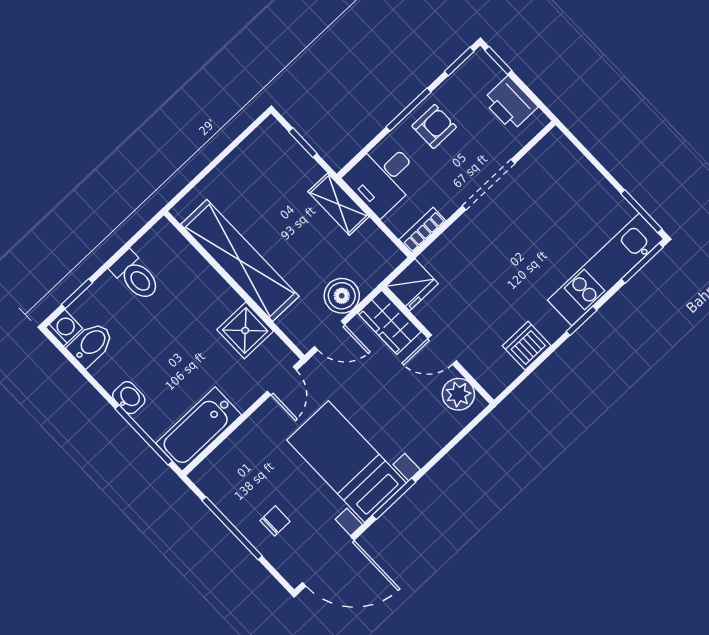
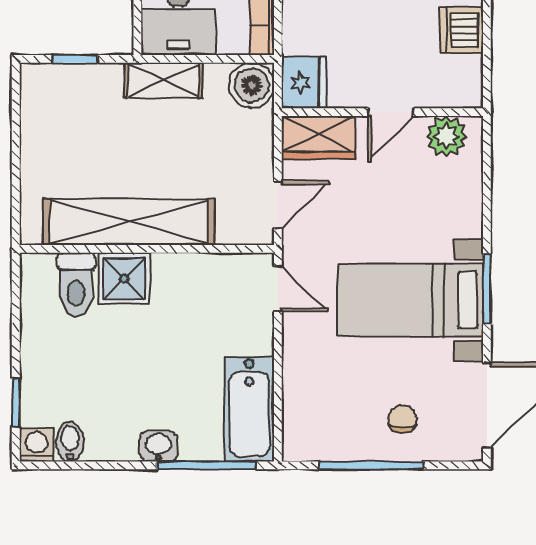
toilet: (136, 276) -> (76, 284), moved, turned 90
boiler: (342, 296) -> (252, 85), moved
shower: (245, 330) -> (124, 279), moved
bidet: (91, 344) -> (70, 441), width x0.72, depth x0.74

